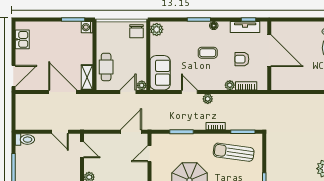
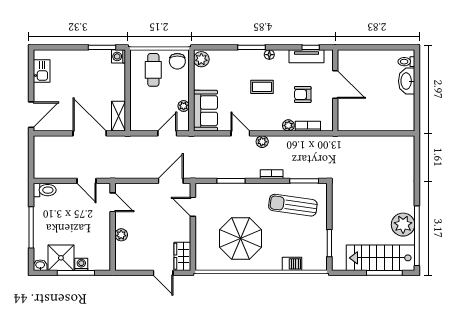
door: (269, 51) -> (335, 85), width x0.73
cafe table: (106, 67) -> (153, 70), moved
plant: (142, 85) -> (184, 106), moved
door: (149, 154) -> (193, 207), hinge flipped

